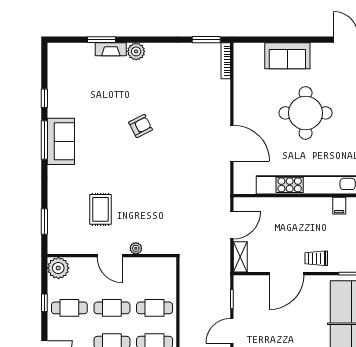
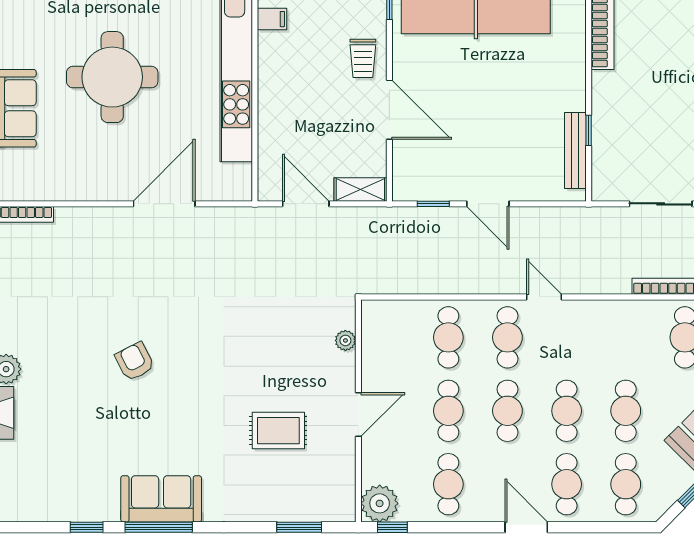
plant: (136, 248) -> (345, 340), moved
window: (44, 303) -> (392, 527), moved

